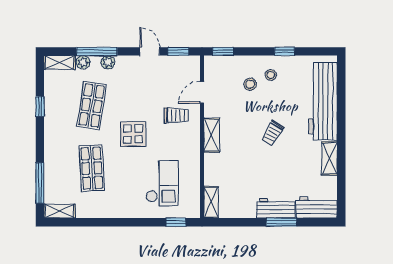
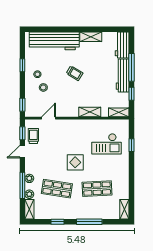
door: (202, 92) -> (49, 118), swing flipped
trolley: (176, 115) -> (33, 136), moved
shelving: (212, 135) -> (90, 112), moved
window: (40, 183) -> (89, 222), moved
checkout: (162, 183) -> (107, 144), turned 180
workbench: (276, 208) -> (123, 75), width x1.38
window: (176, 222) -> (131, 145), moved
window: (240, 222) -> (131, 94), added
window: (281, 222) -> (131, 67), width x1.44

